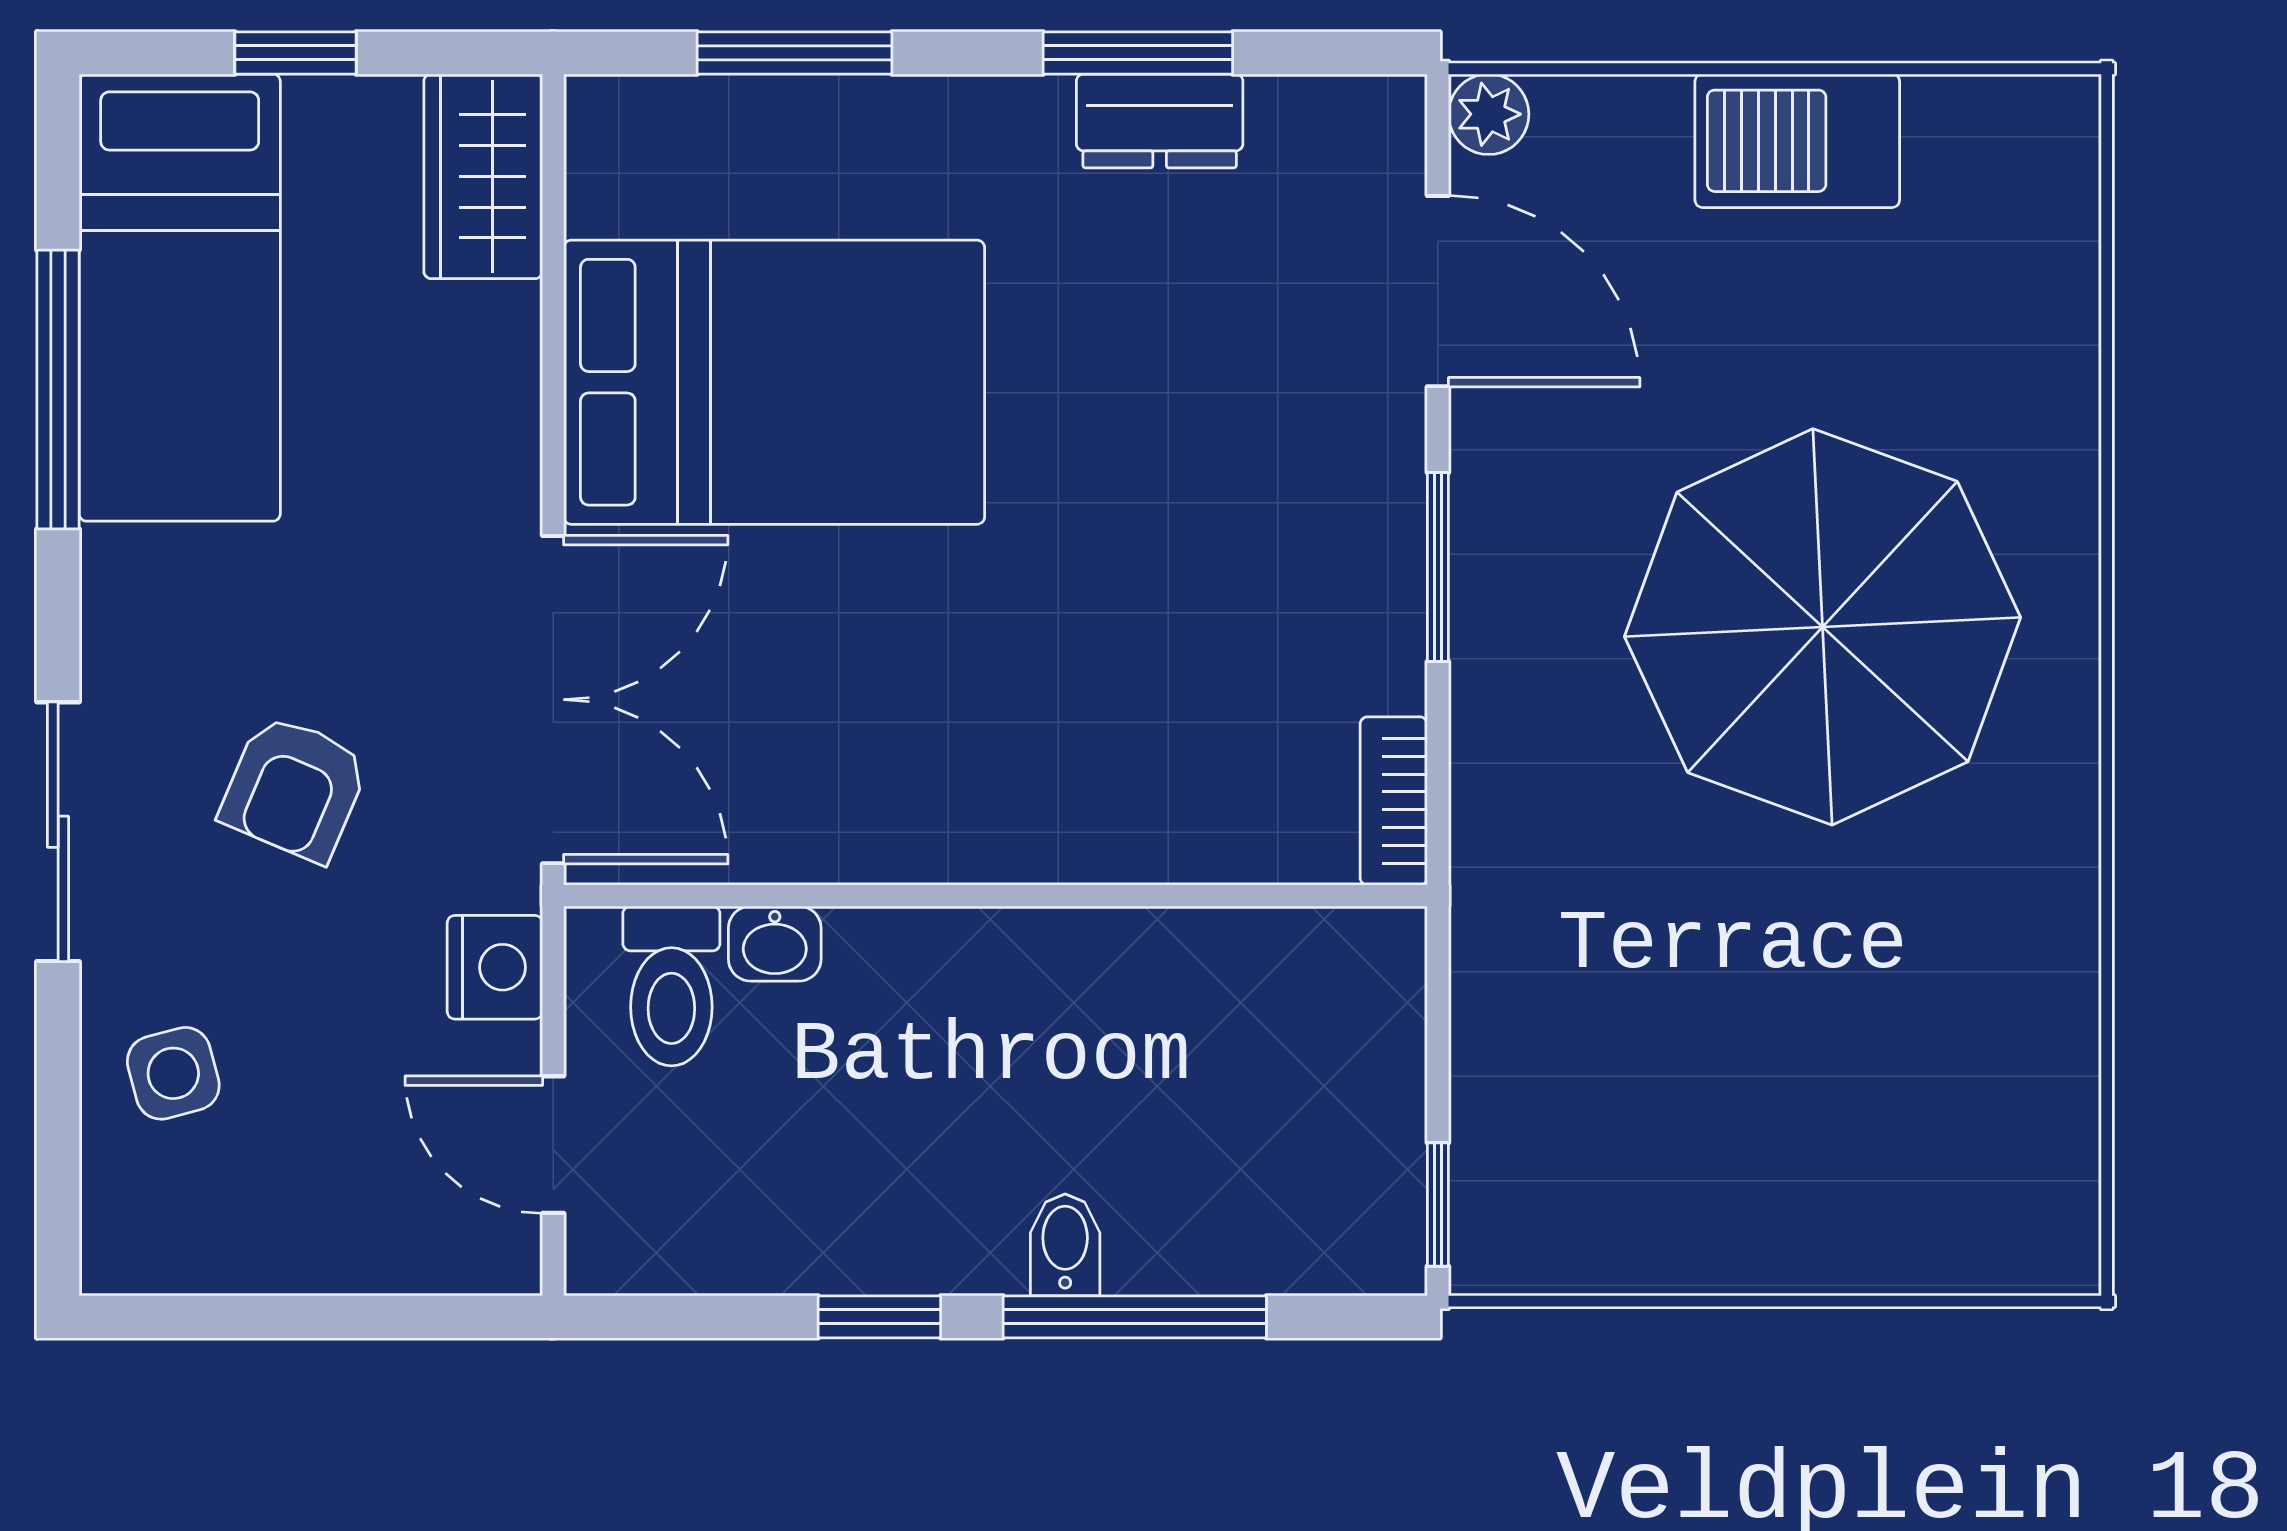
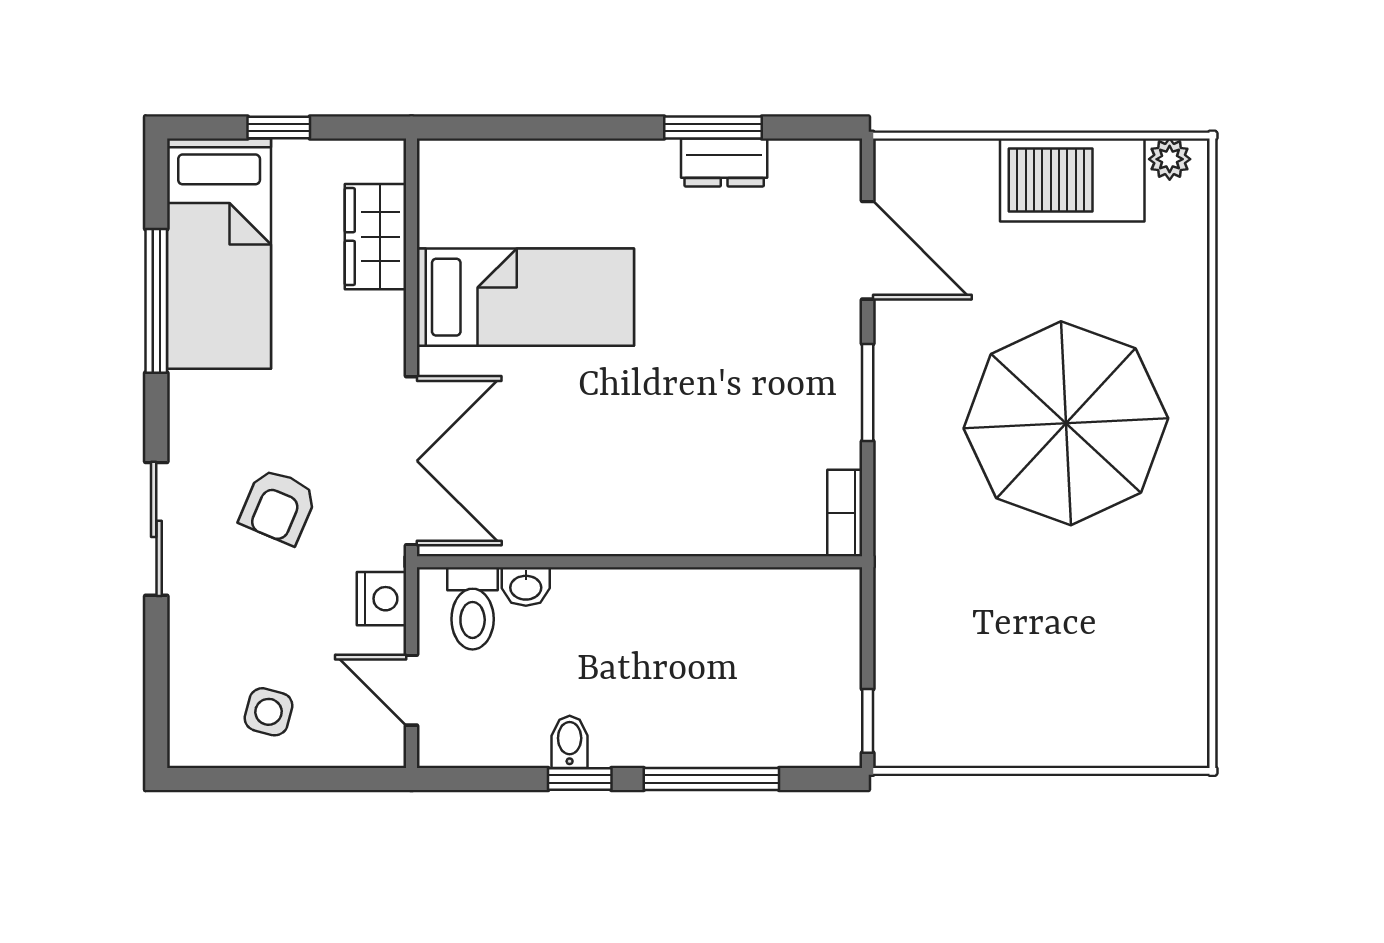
window: (794, 53) -> (536, 127), removed
plant: (1489, 114) -> (1170, 159), moved
barbecue: (1797, 141) -> (1072, 180), width x1.37, depth x1.21
wardrobe: (483, 176) -> (376, 237), moved
bed: (774, 382) -> (525, 297), width x0.67
side table: (173, 1073) -> (269, 712), moved, turned 30
bidet: (1065, 1245) -> (570, 742), moved

